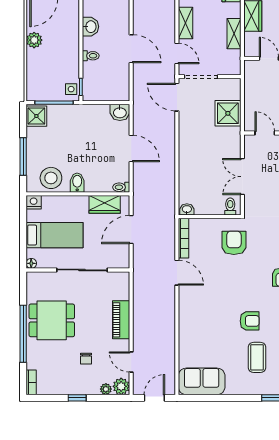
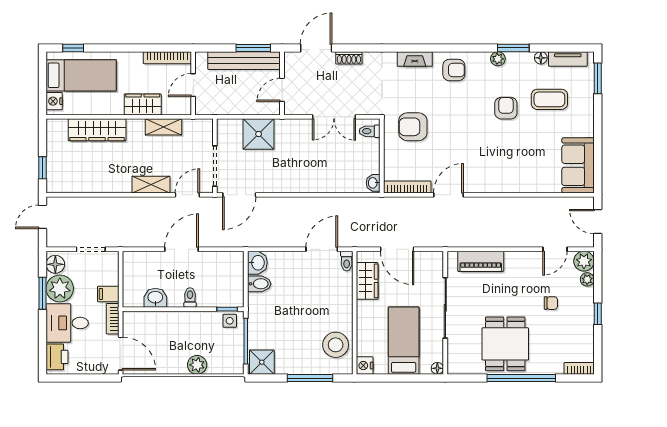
plant: (34, 40) -> (197, 365), moved
door: (131, 148) -> (322, 249), moved
bidet: (77, 183) -> (259, 284), moved, turned 180
piano: (121, 320) -> (481, 261), moved

